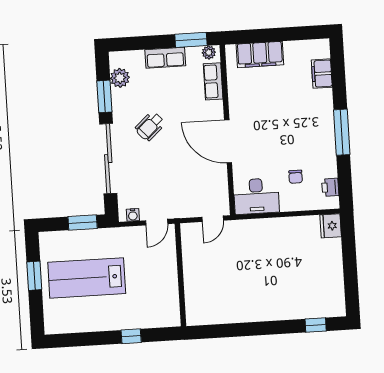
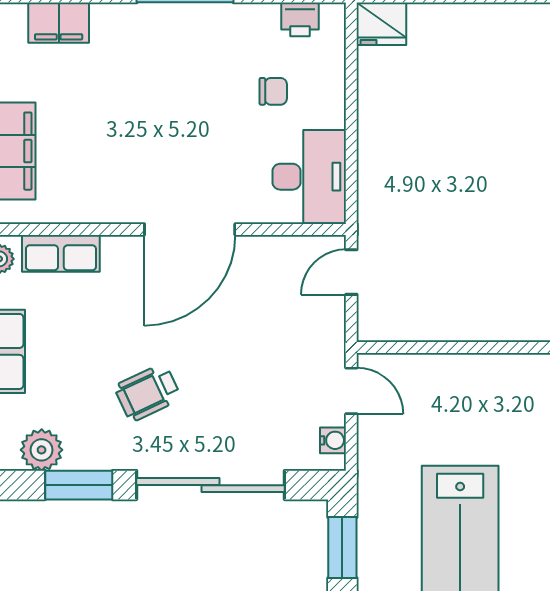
wheelchair: (150, 126) -> (148, 393), turned 107
door: (213, 219) -> (351, 272), swing flipped

